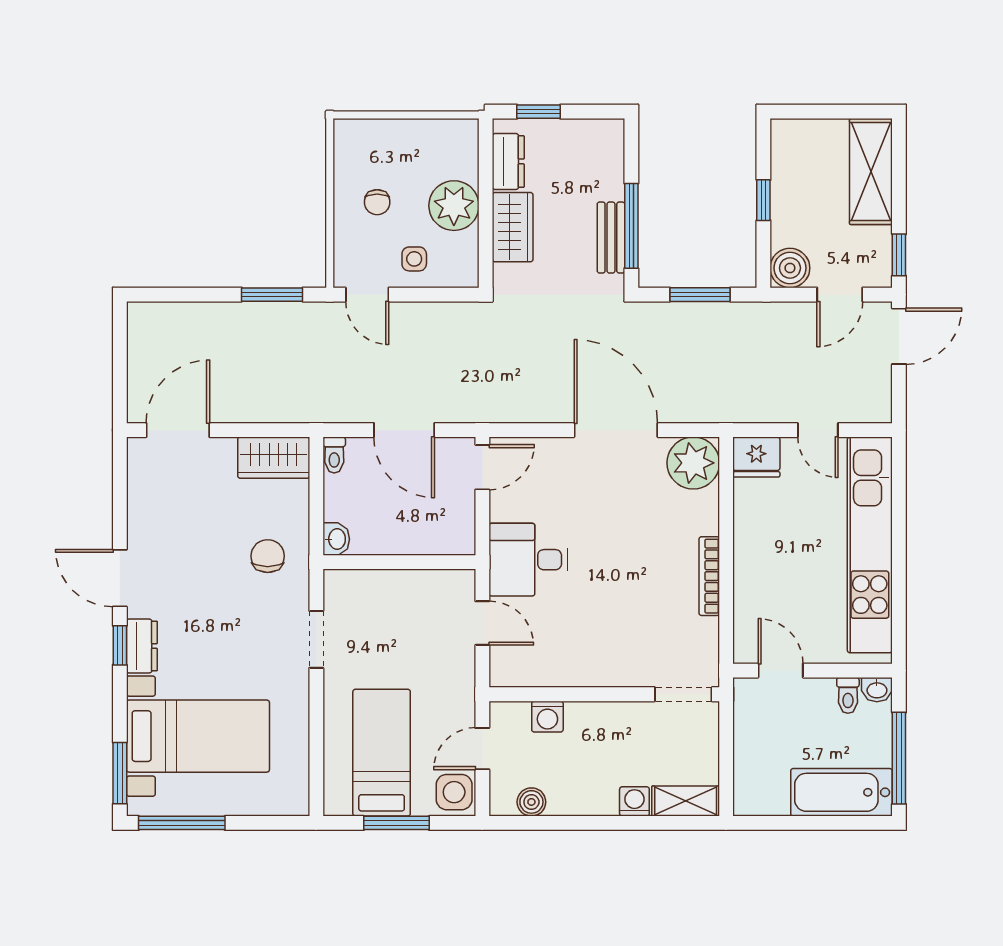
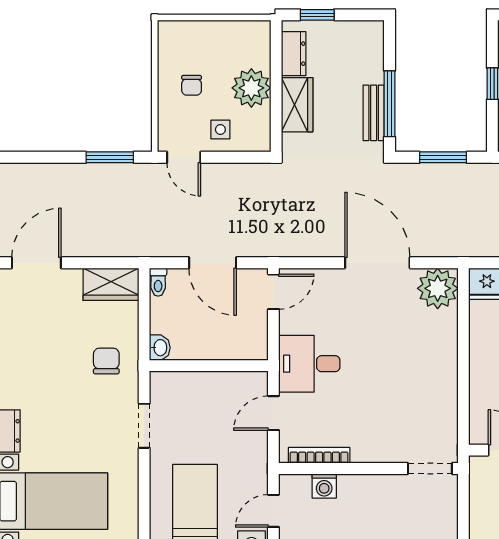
bookcase: (709, 576) -> (319, 455), moved, turned 90
door: (482, 623) -> (273, 413), swing flipped

